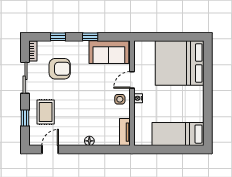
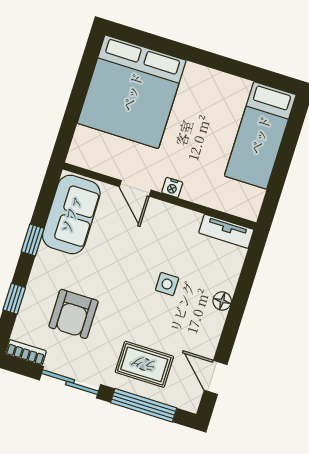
armchair: (60, 69) -> (73, 314), turned 180
side table: (120, 99) -> (167, 284), moved
window: (25, 118) -> (144, 405), width x2.17

